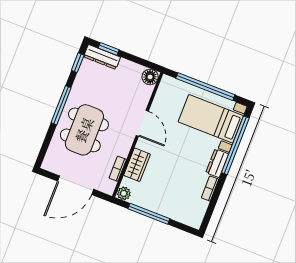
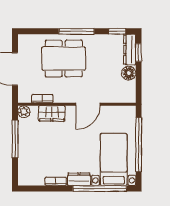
floor lamp: (150, 77) -> (129, 73), moved

